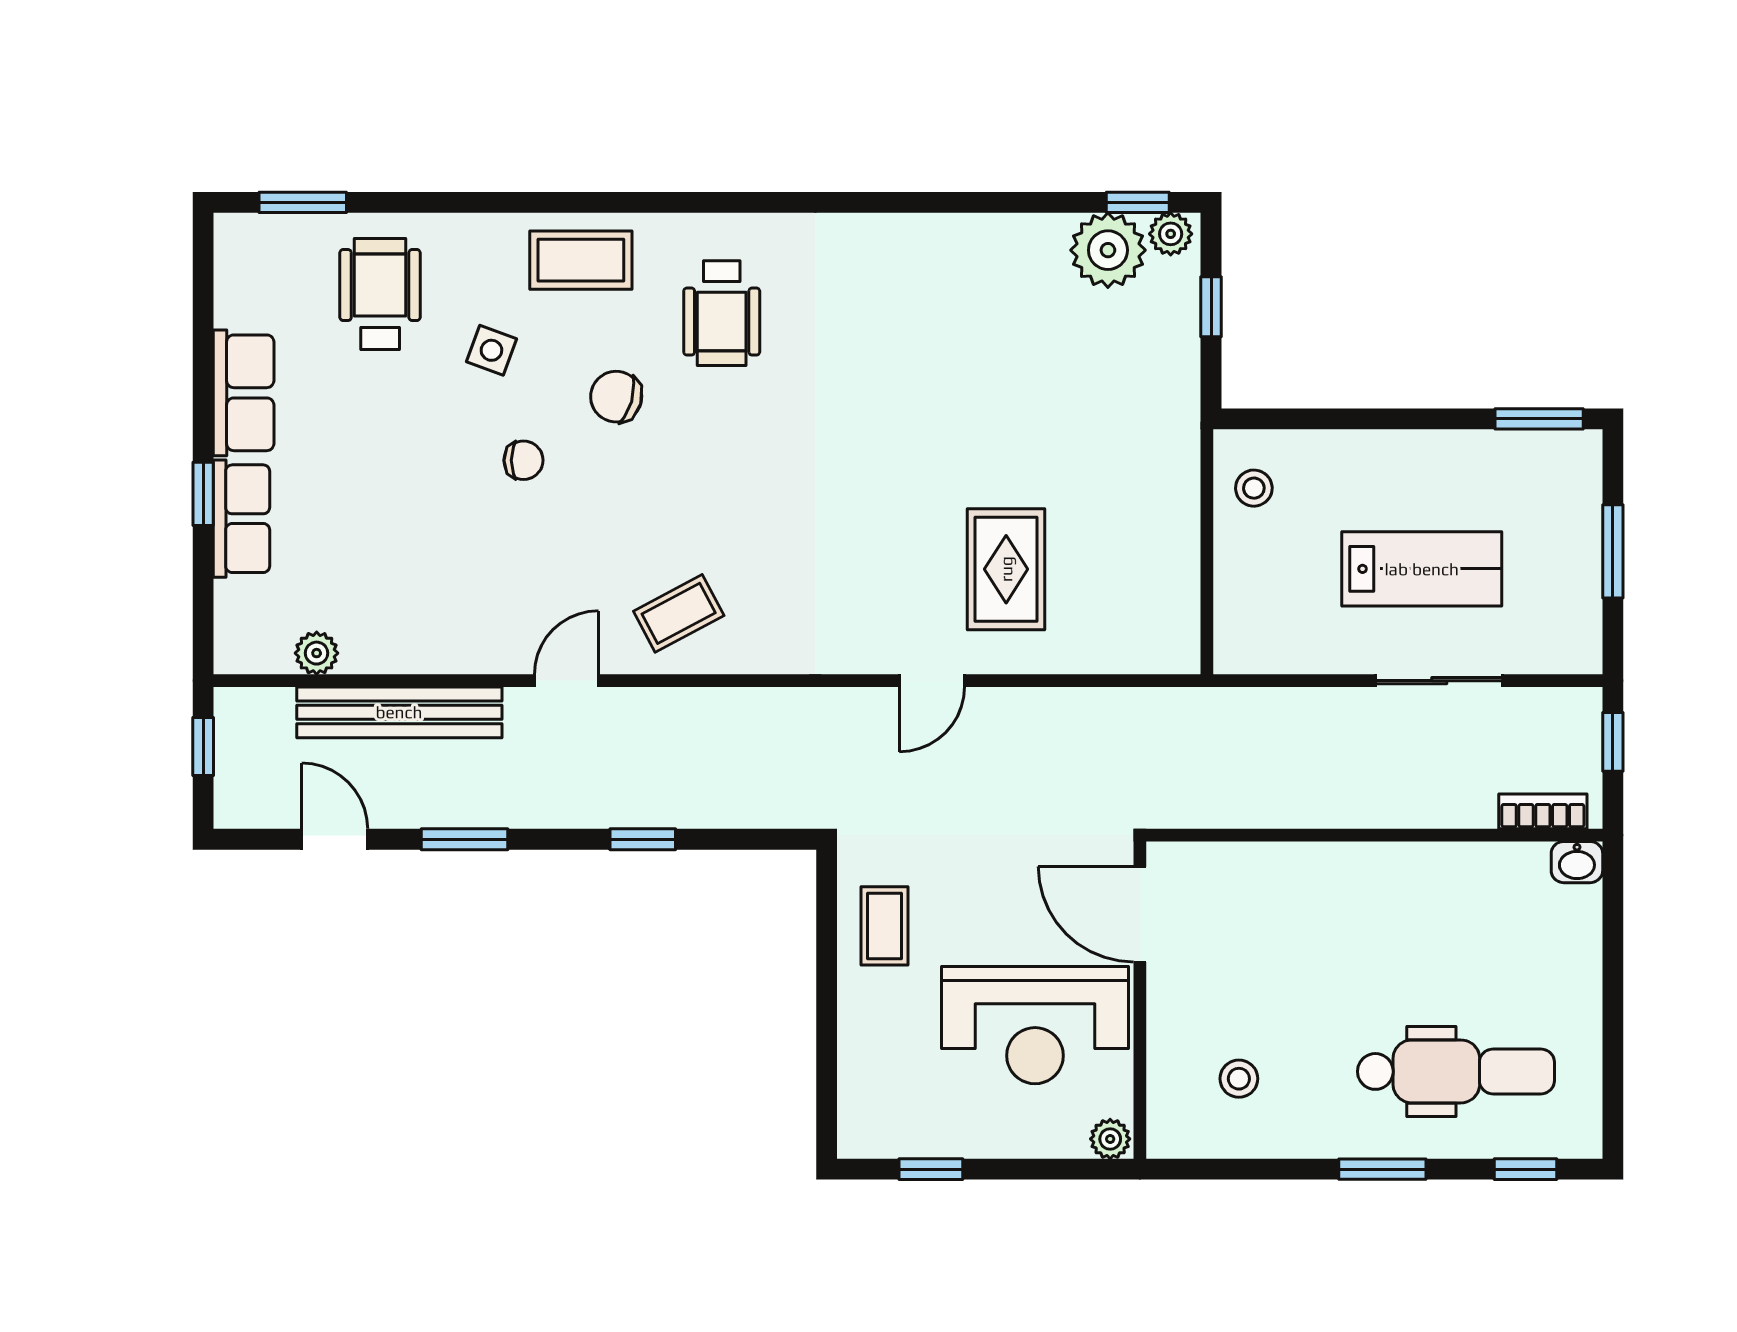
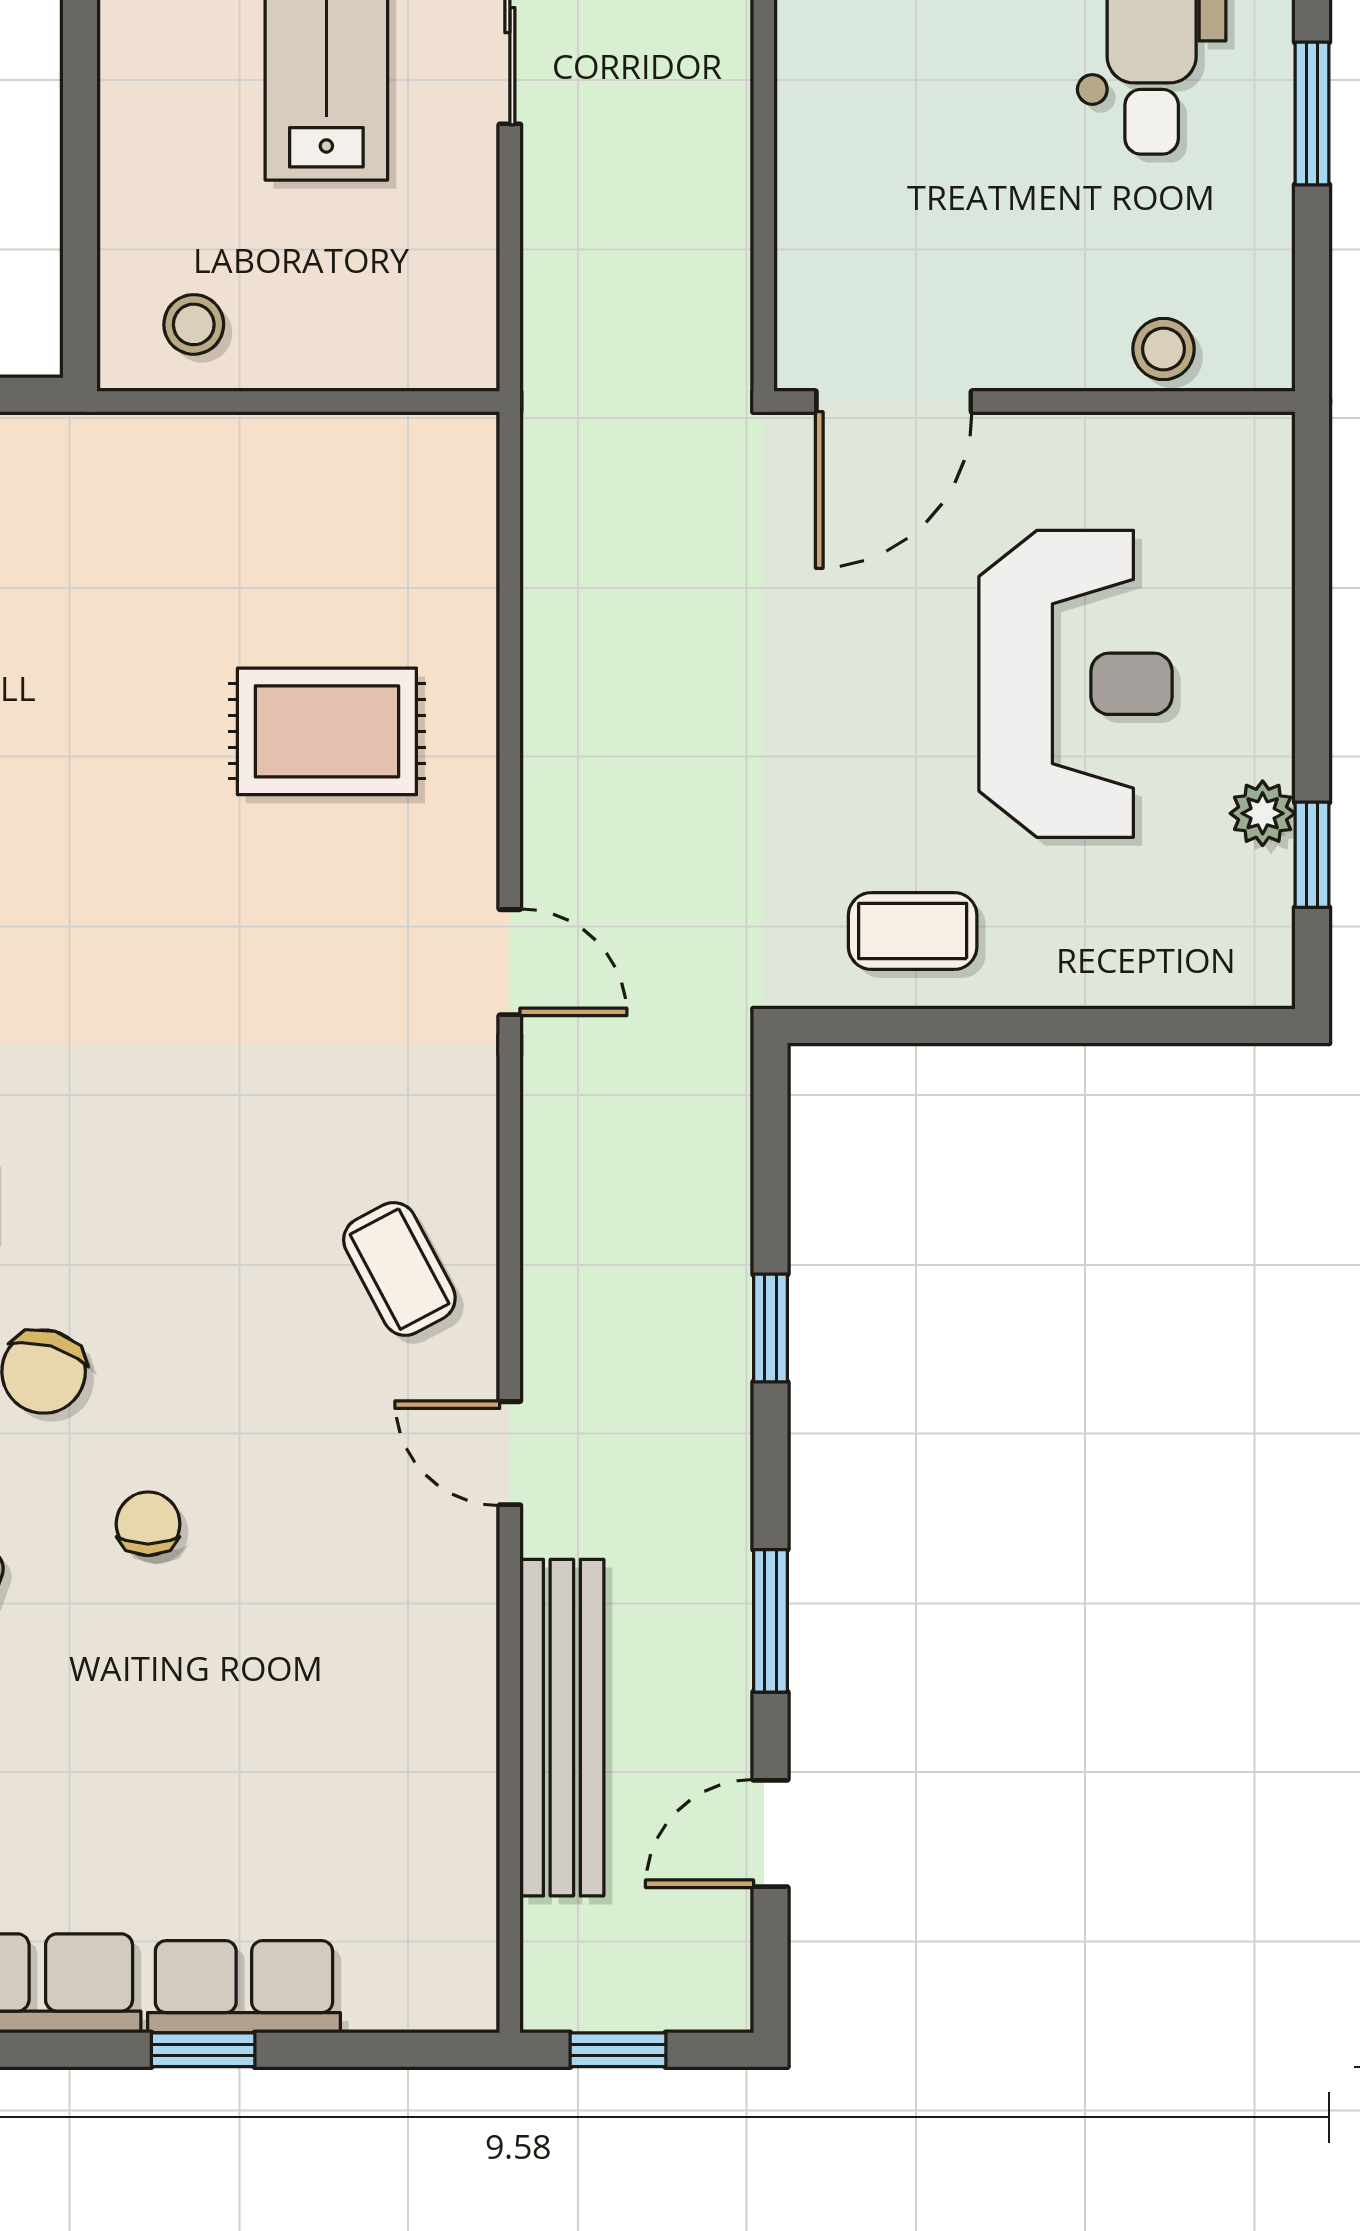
plant: (317, 653) -> (465, 1864), removed
door: (932, 681) -> (510, 962), moved
door: (1140, 914) -> (894, 402), moved
wall: (1140, 1000) -> (1034, 402), moved
plant: (1110, 1139) -> (1263, 813), moved

